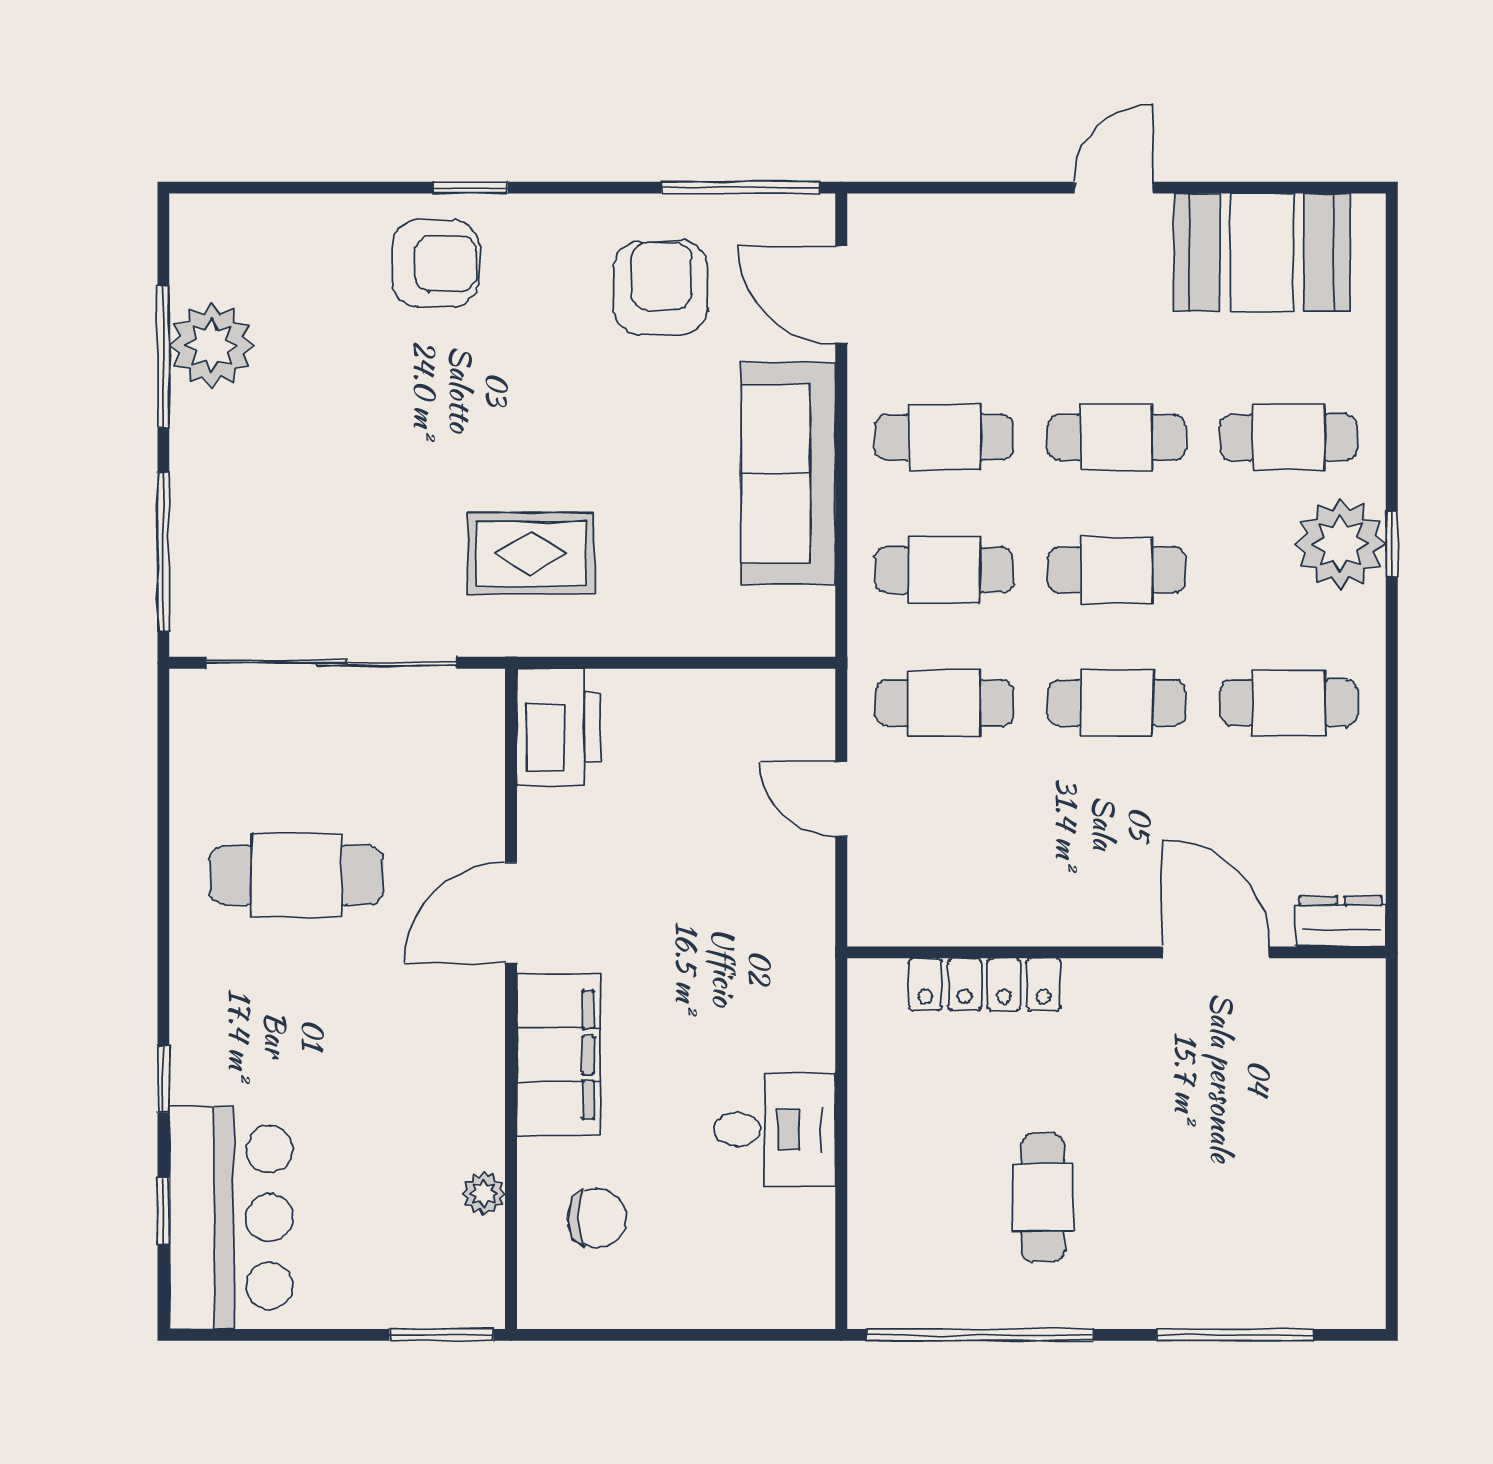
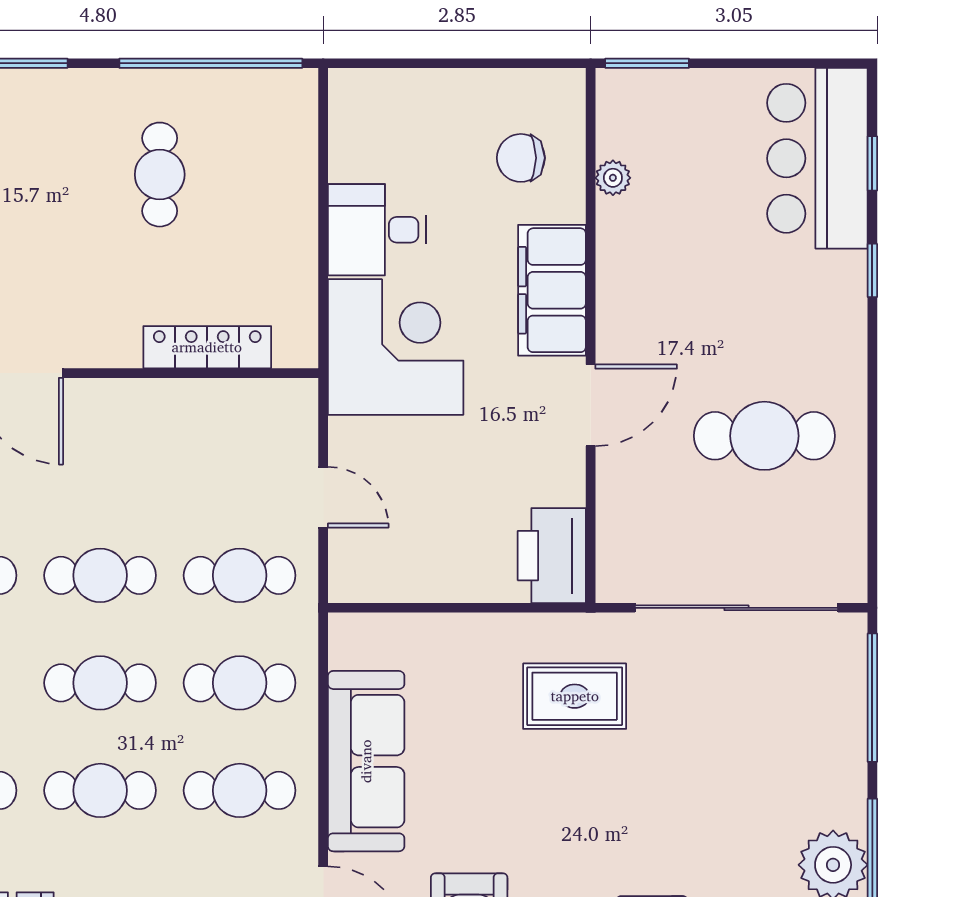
corner desk: (752, 985) -> (396, 347), added

